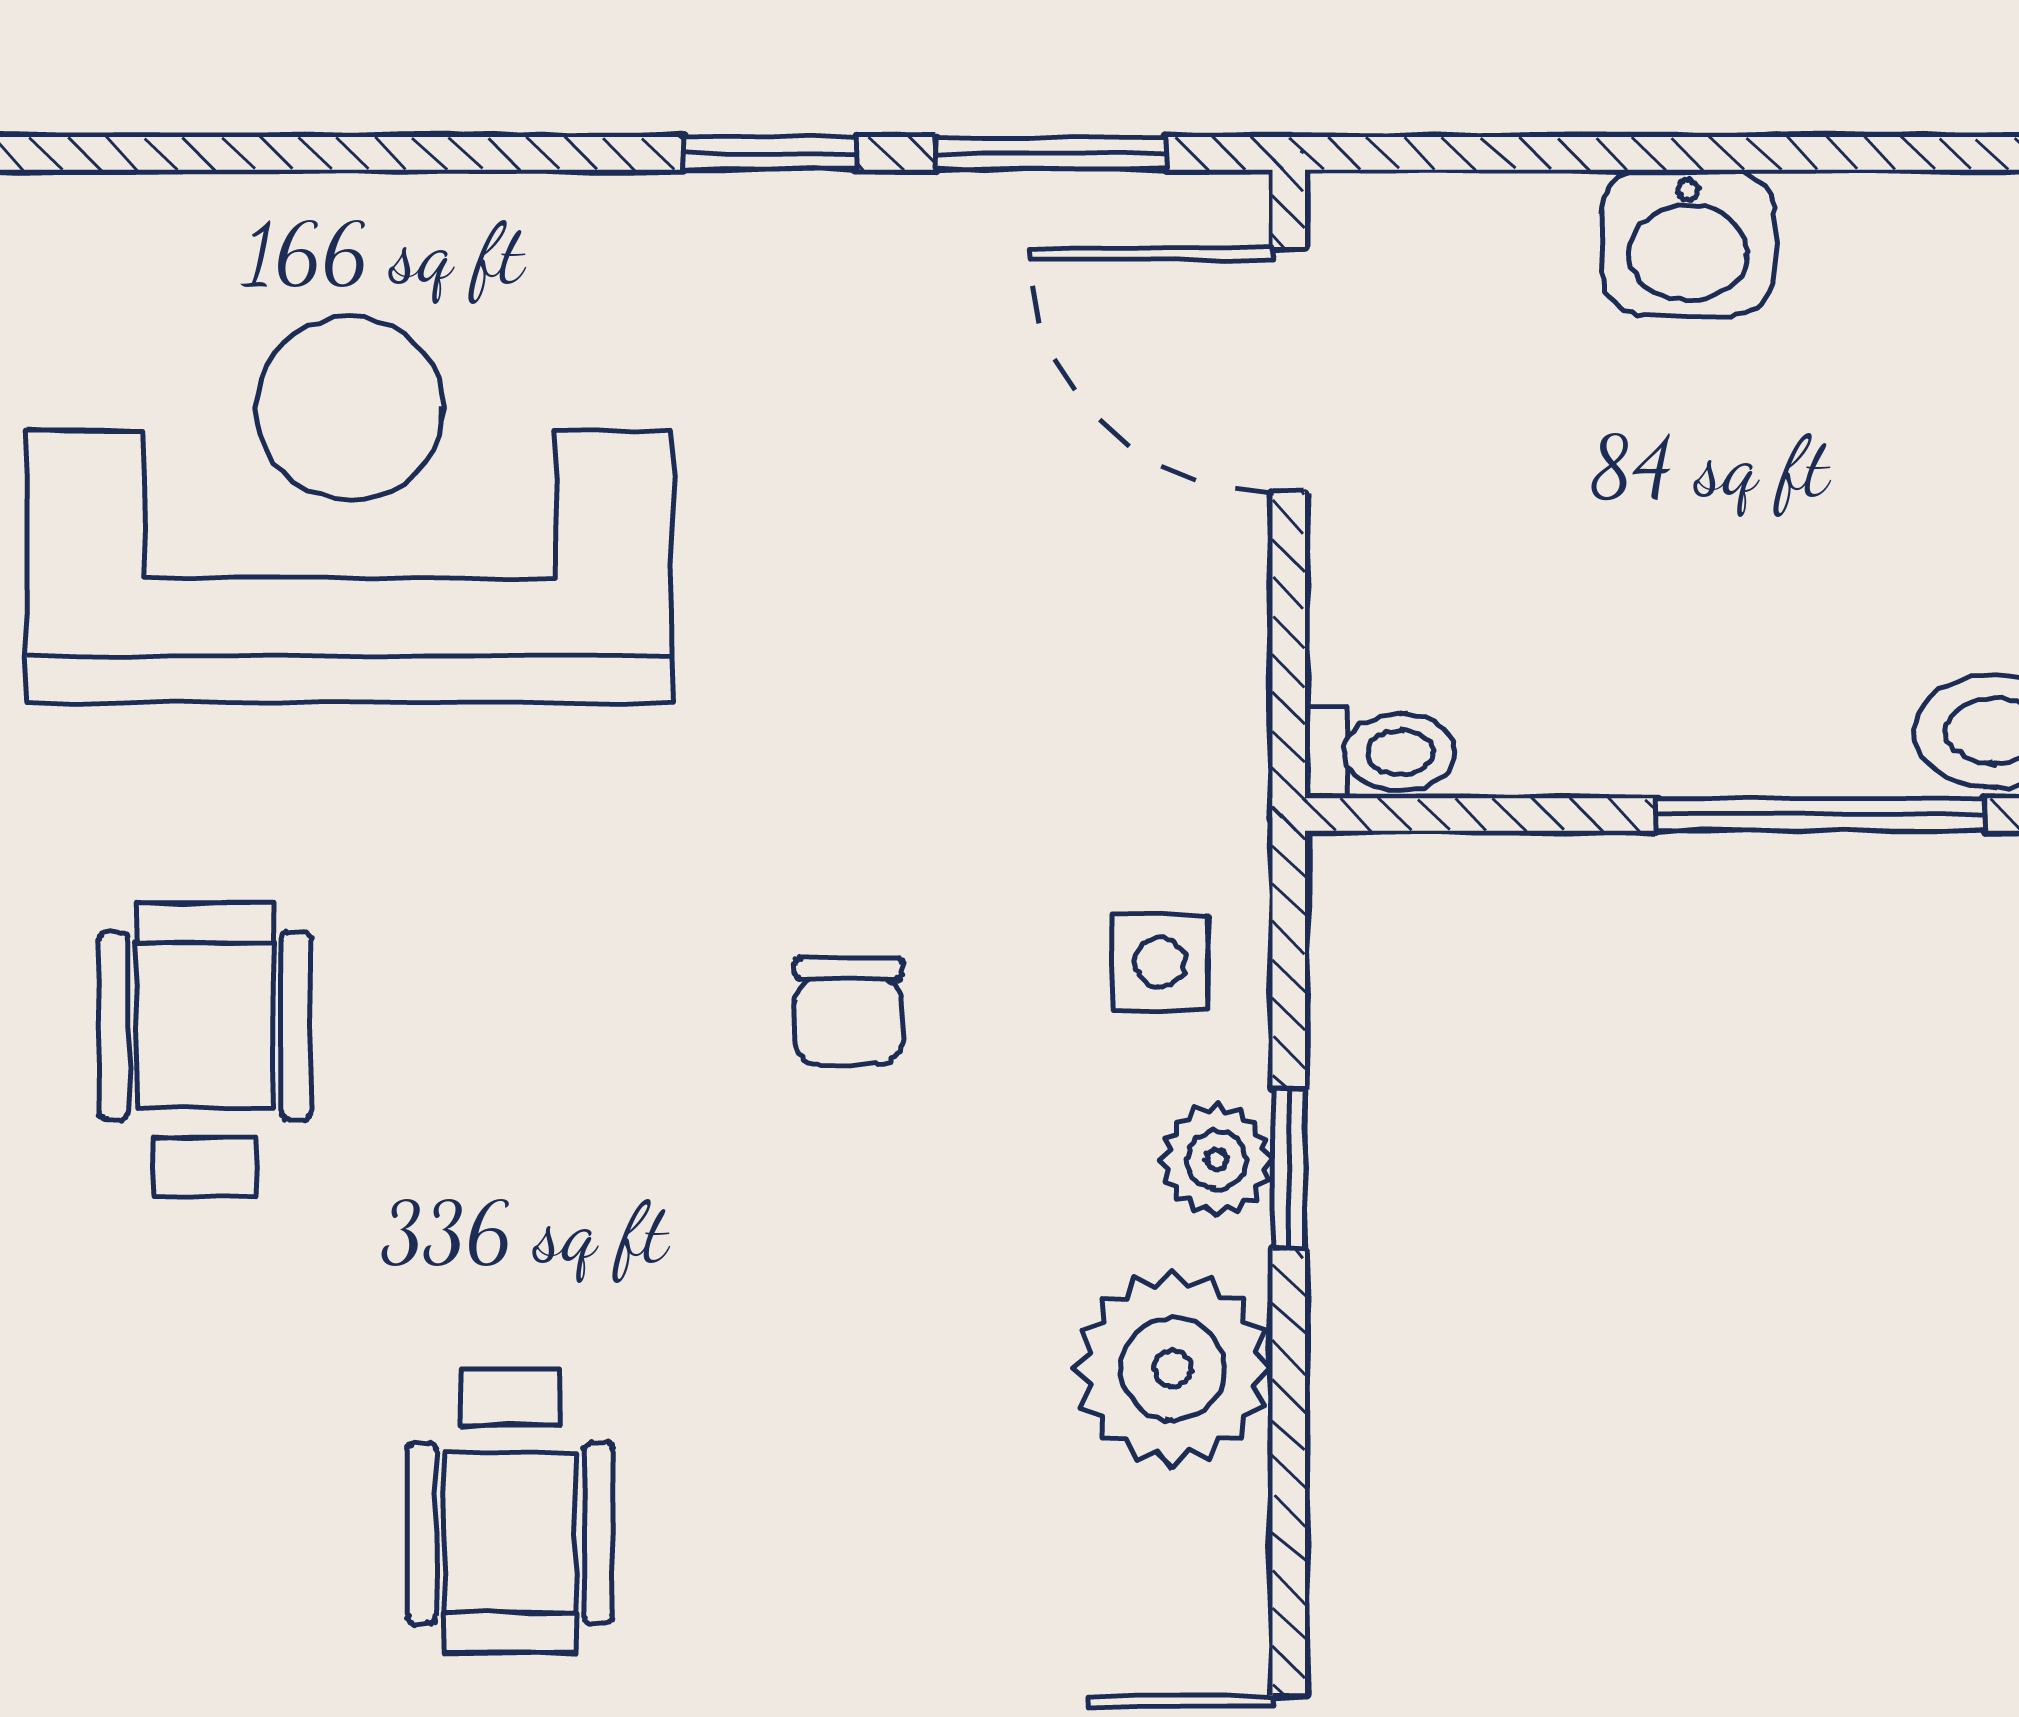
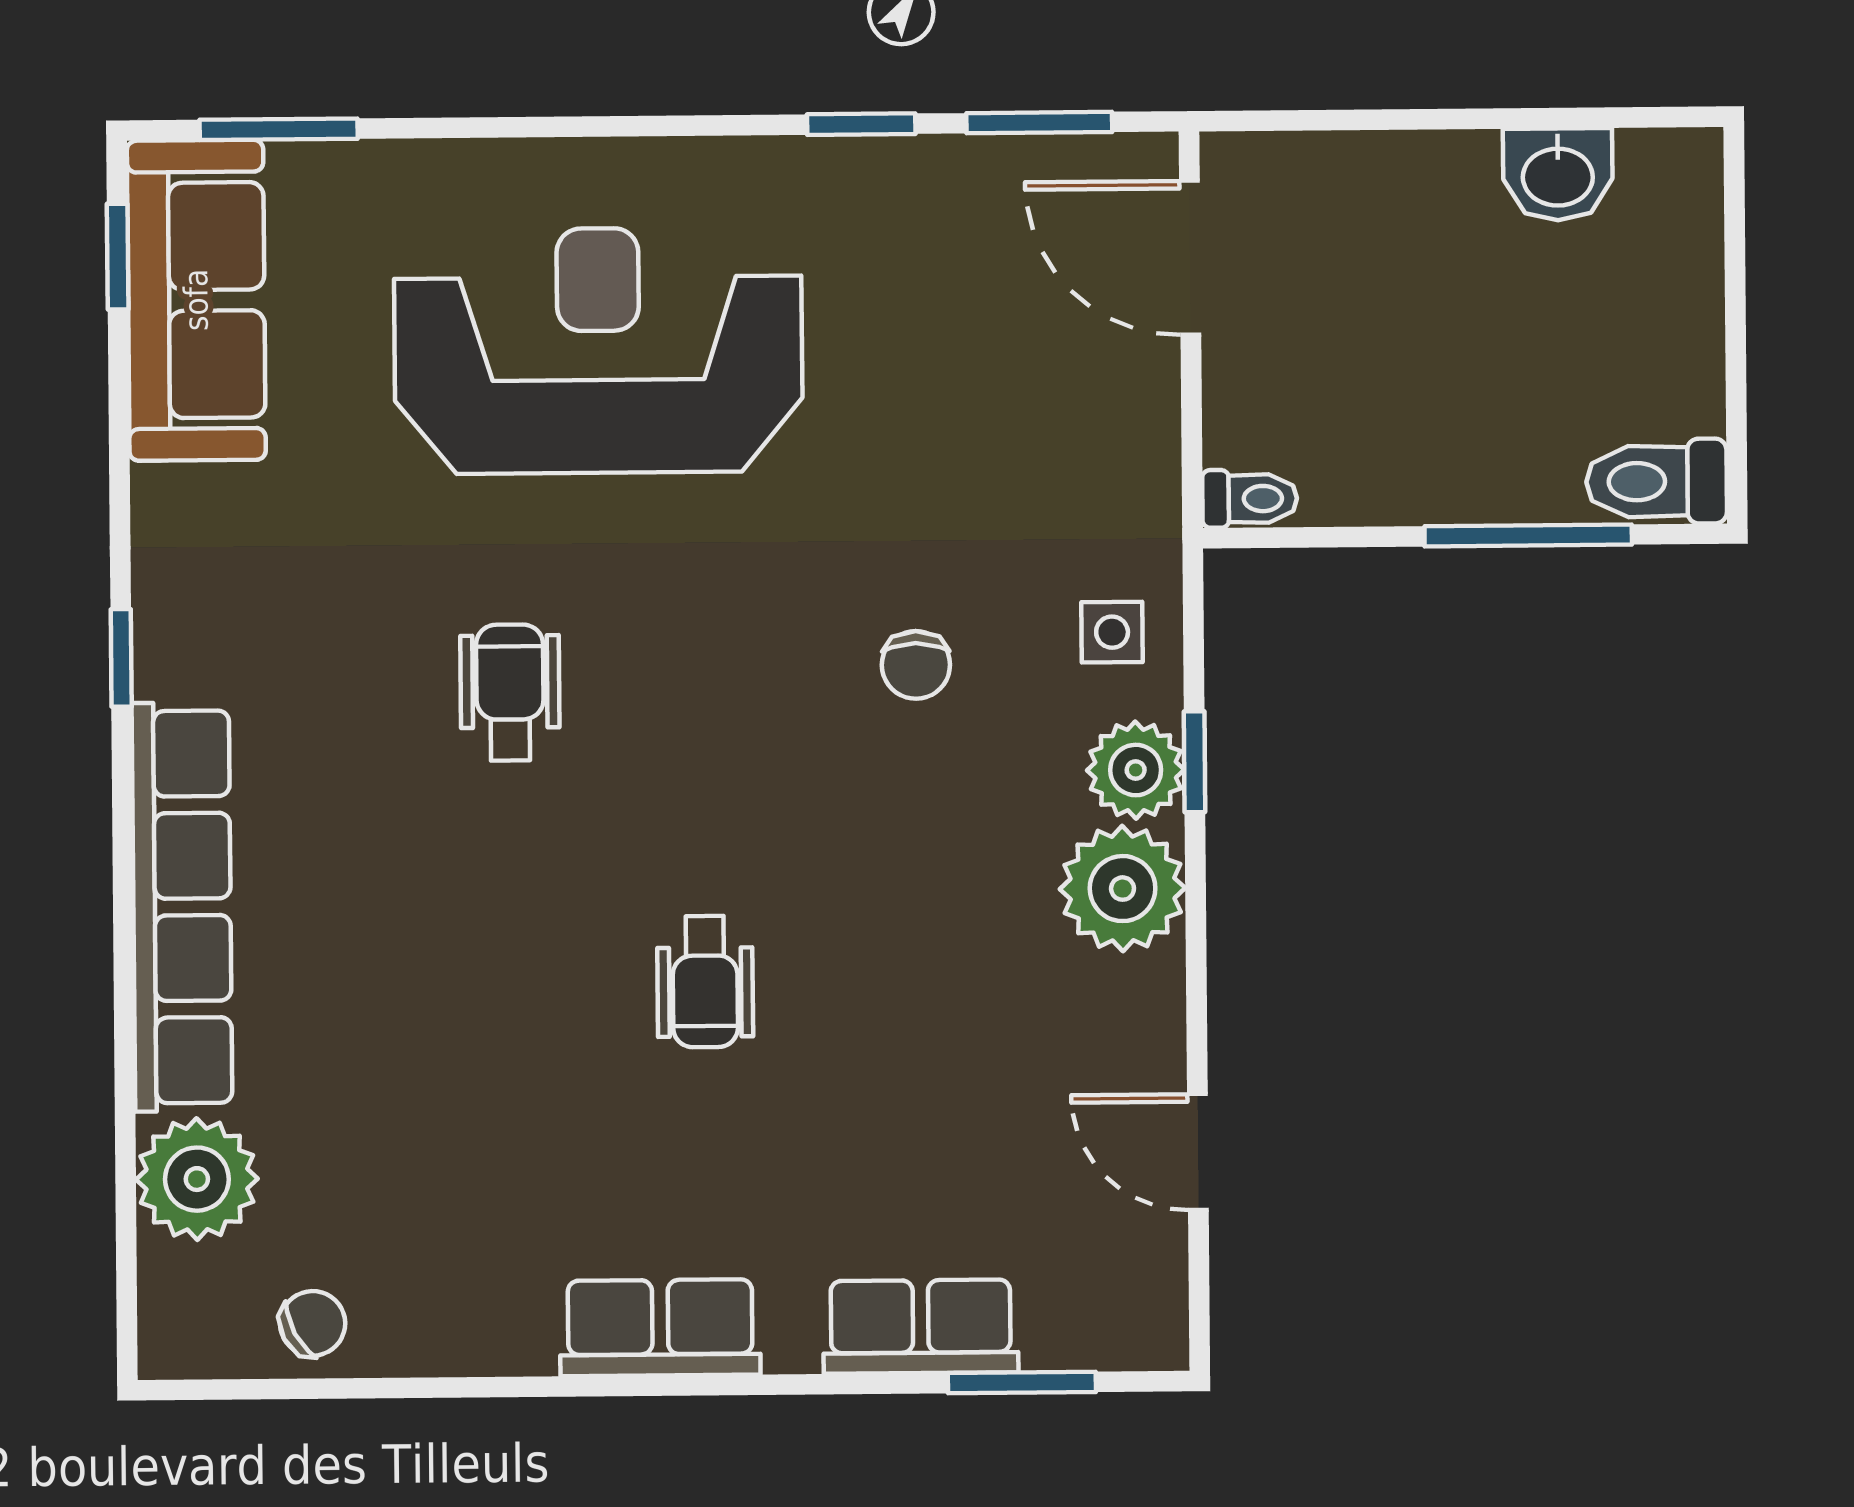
washbasin: (1688, 243) -> (1558, 174), moved
wheelchair: (205, 1049) -> (510, 692), width x0.73, depth x0.73
plant: (1216, 1160) -> (1136, 770), width x1.38, depth x1.38
wheelchair: (510, 1510) -> (705, 982), width x0.73, depth x0.73

